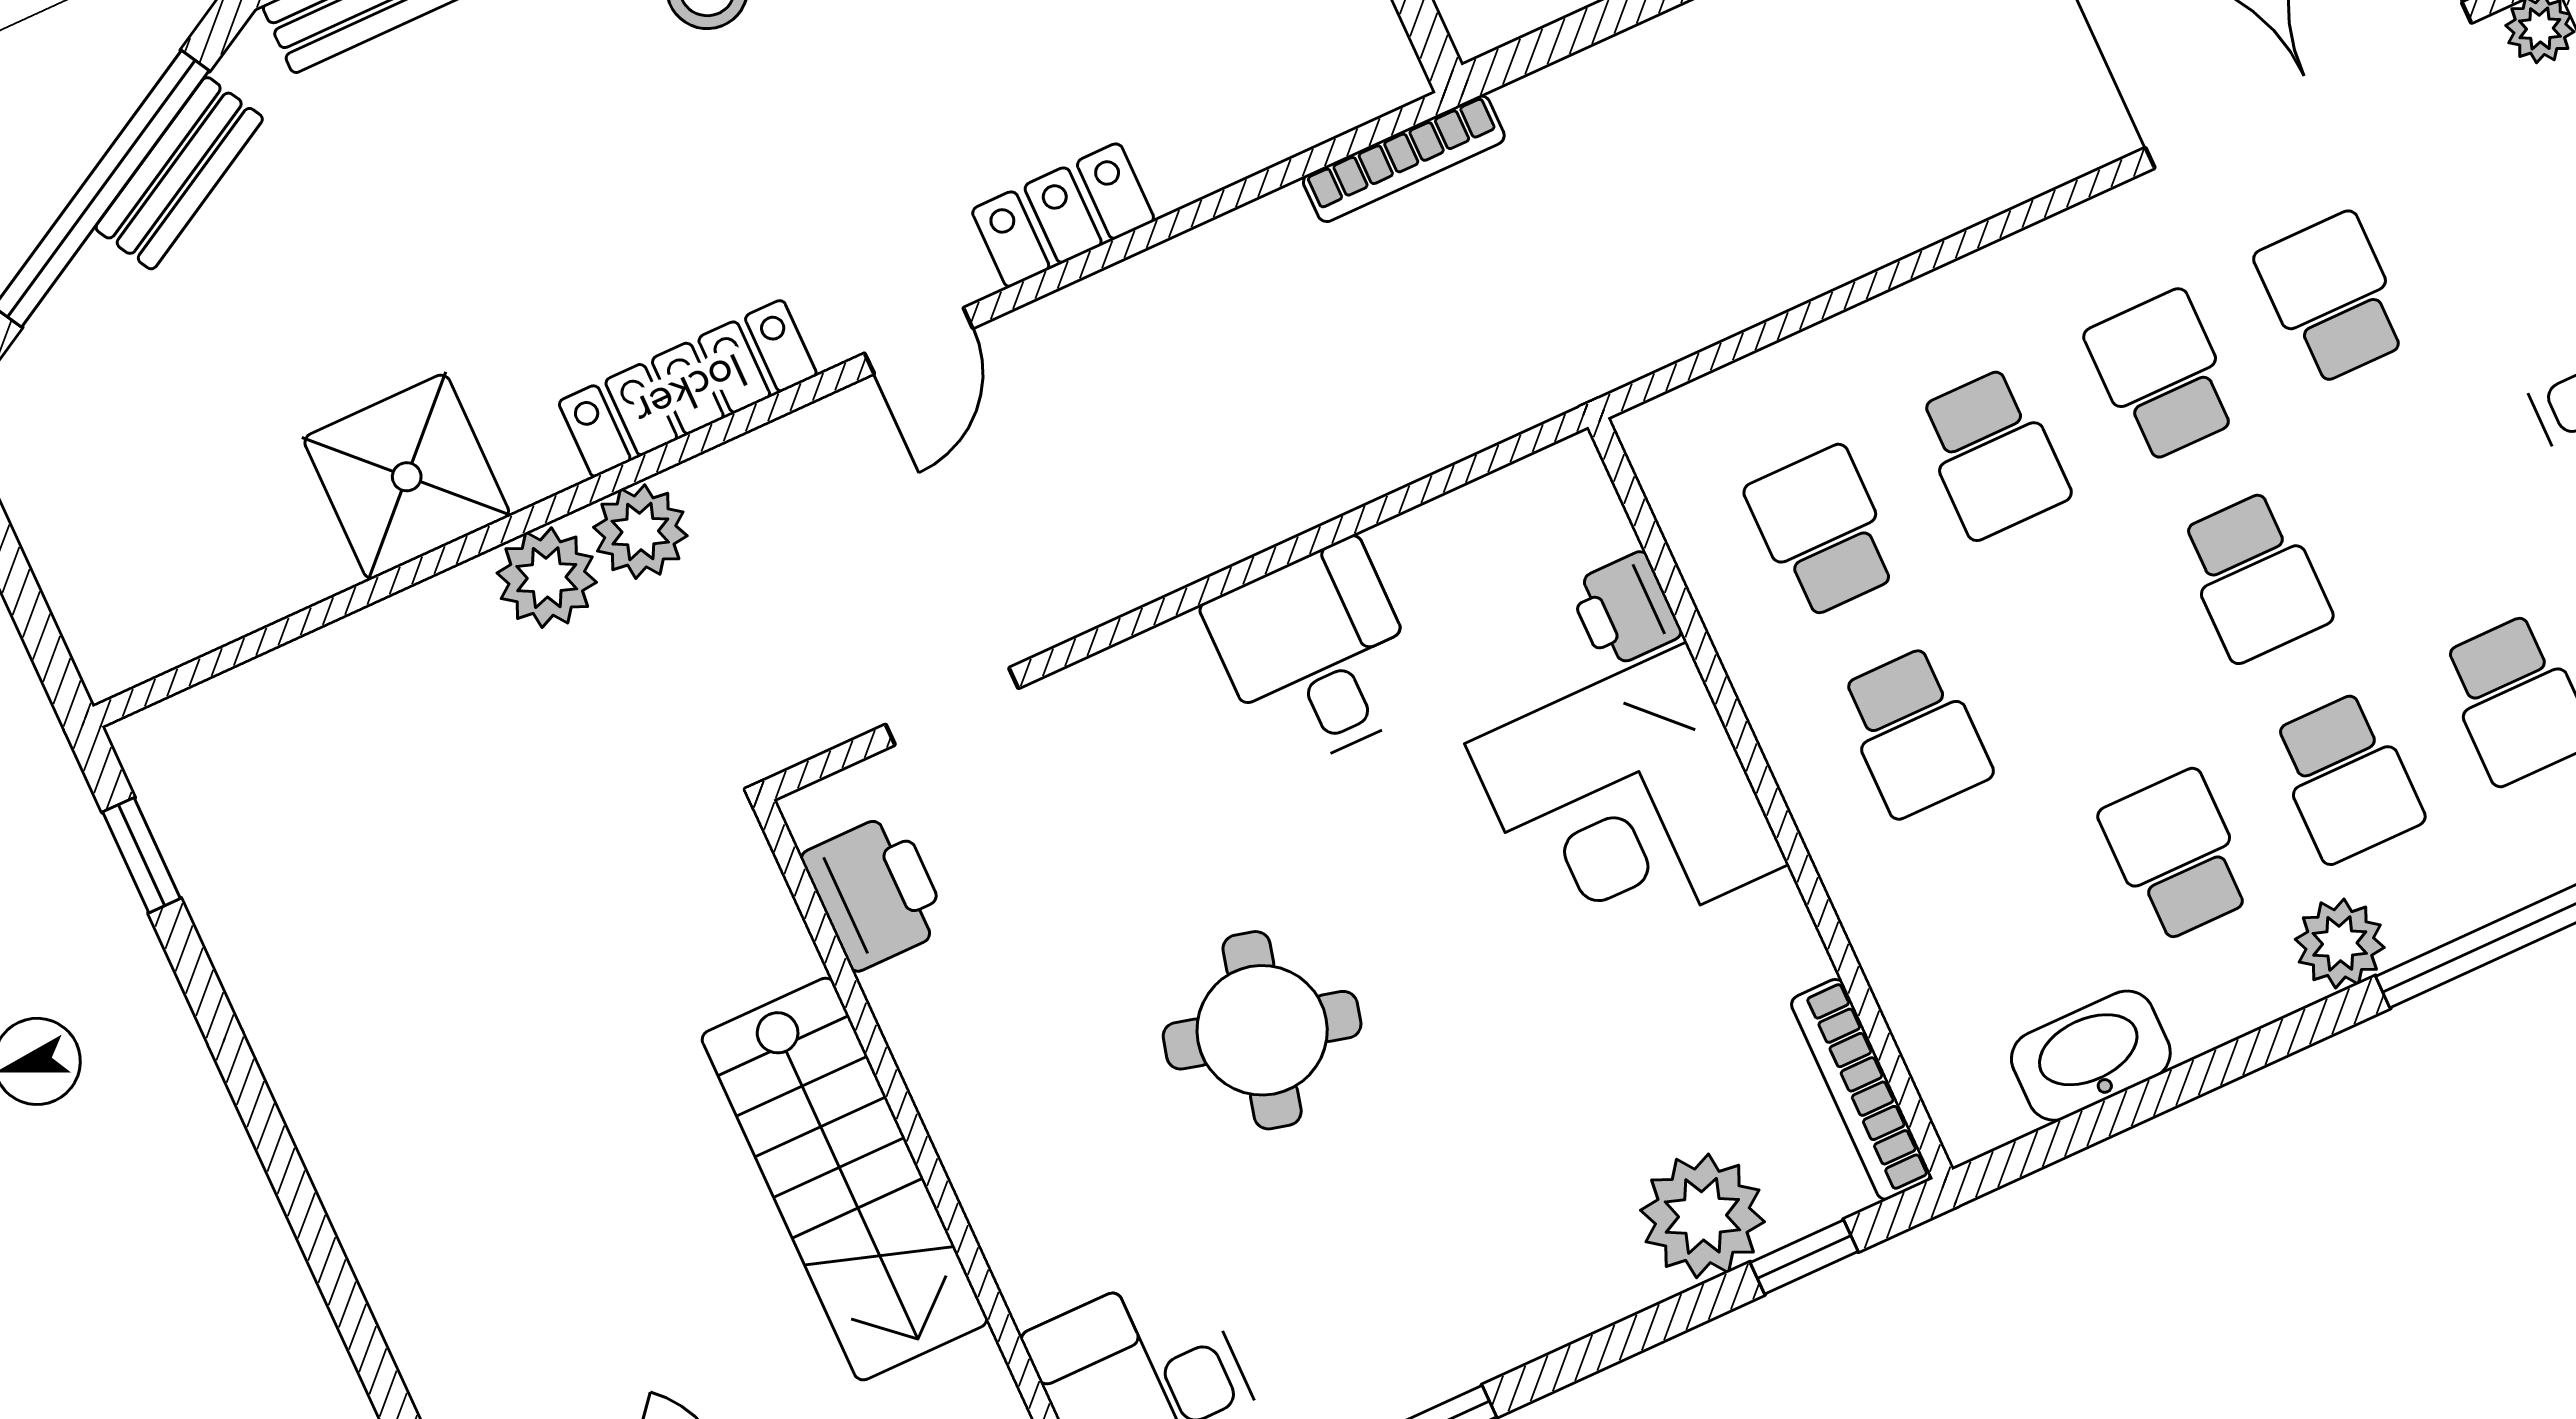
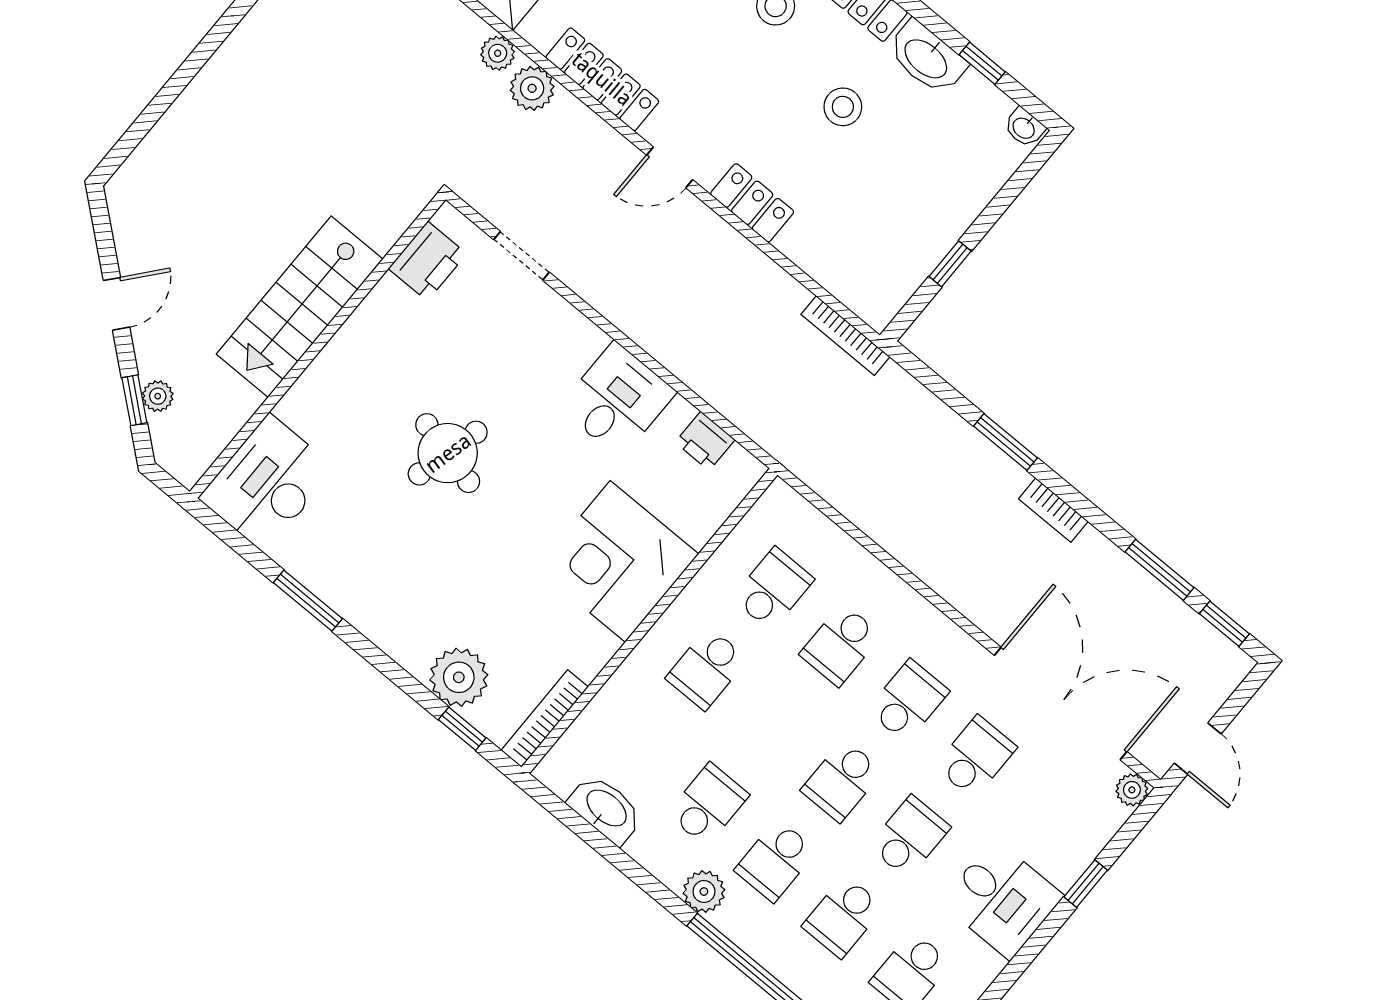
school desk: (2424, 499) -> (909, 837), added
plant: (547, 578) -> (498, 53), width x0.73, depth x0.73
printer: (1625, 610) -> (705, 441), moved, turned -90

